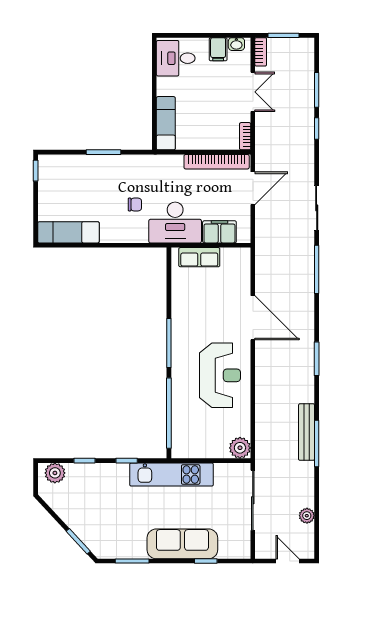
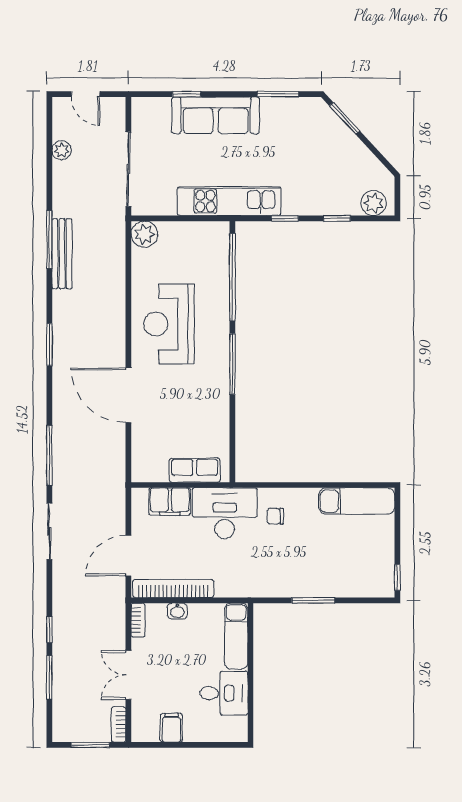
washbasin: (236, 44) -> (177, 611), moved, turned 180
desk: (176, 58) -> (224, 693), moved
chair: (135, 204) -> (275, 516), moved

